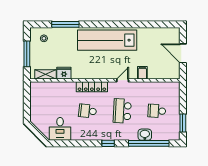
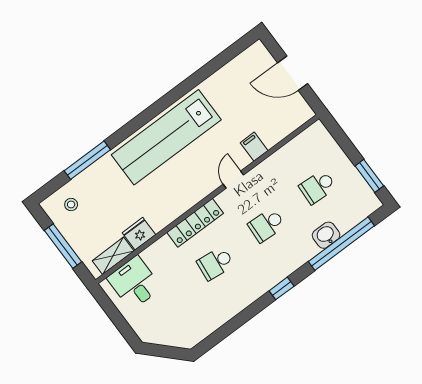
school desk: (122, 111) -> (267, 225), width x0.54
desk: (60, 129) -> (134, 283), moved, turned 180

